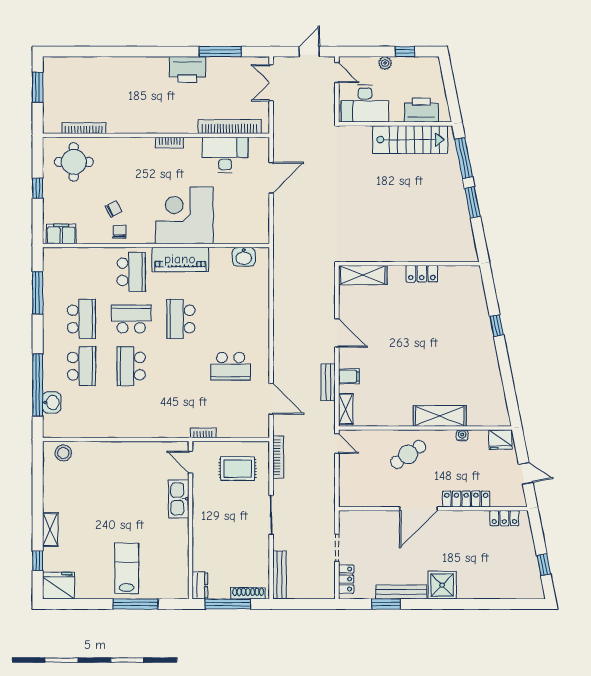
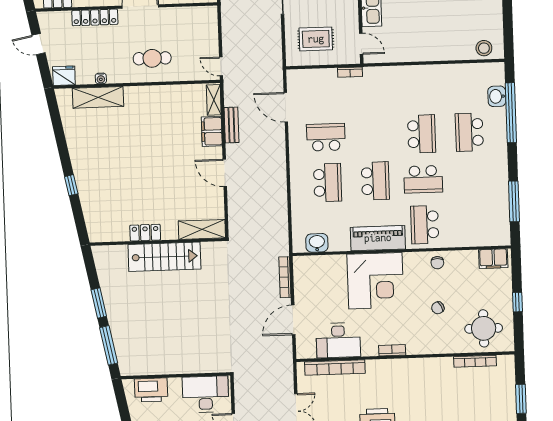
stairs: (410, 140) -> (164, 257), moved, turned 180
chair: (113, 209) -> (438, 308), moved
school desk: (81, 319) -> (327, 183), moved, turned 180
filing cabinet: (349, 376) -> (212, 131), width x2.00
shelving: (440, 416) -> (98, 97), moved
cafe table: (408, 454) -> (152, 58), turned 35
bookcase: (278, 457) -> (285, 277), moved

